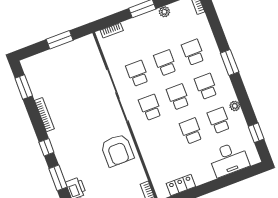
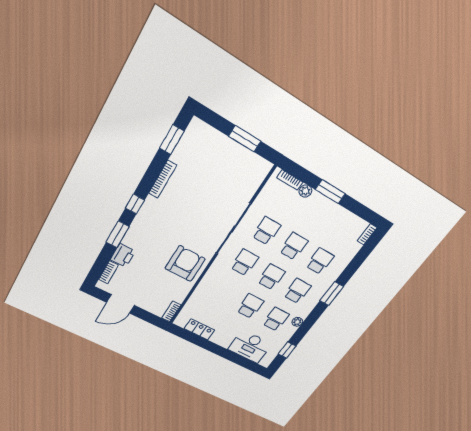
plant: (164, 12) -> (305, 191), moved
armchair: (117, 150) -> (185, 264), turned 180

